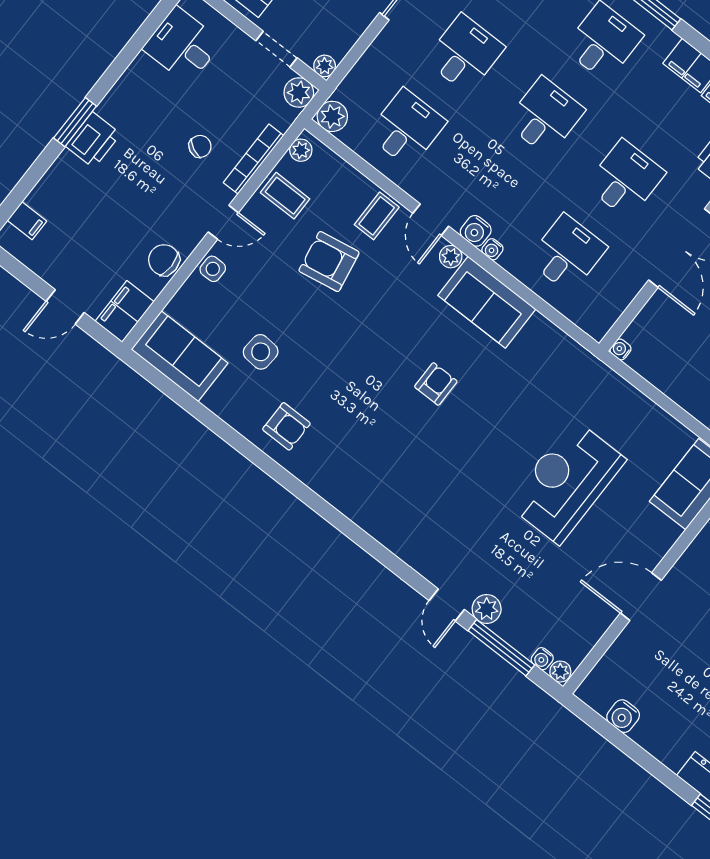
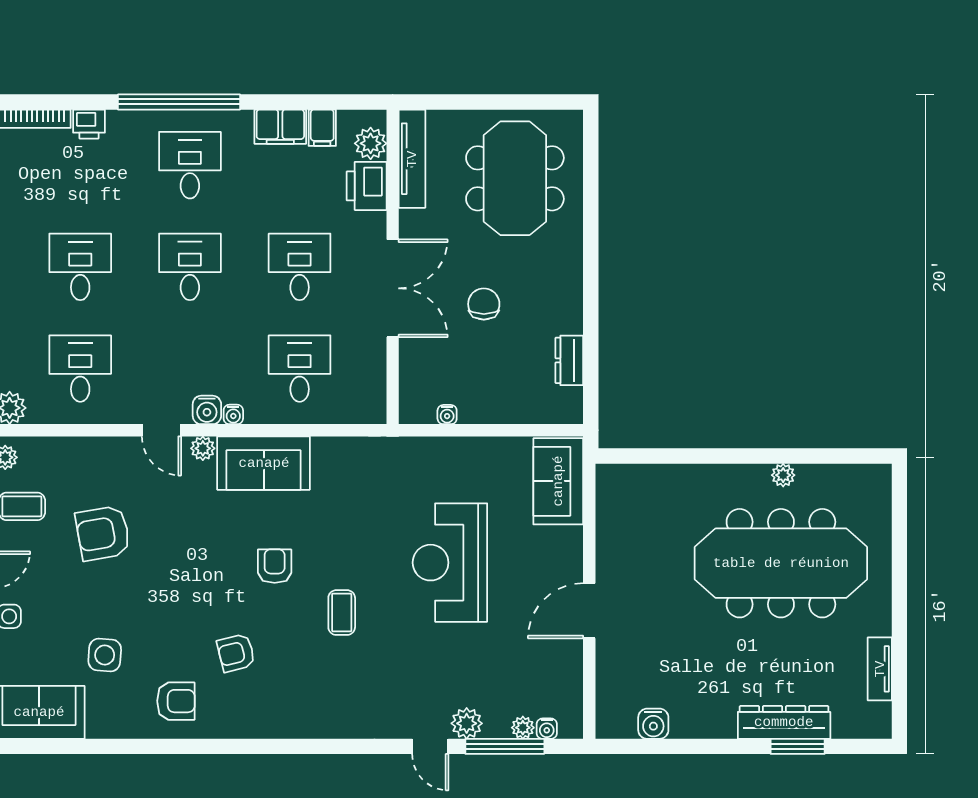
coffee table: (377, 216) -> (342, 613), moved
water cooler: (620, 349) -> (447, 415), moved, turned -90
armchair: (358, 425) -> (236, 653), added
plant: (560, 672) -> (523, 728), moved

